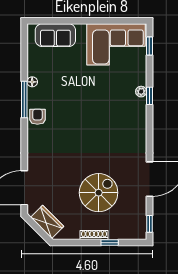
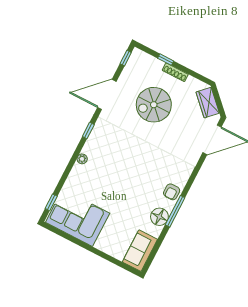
sofa: (55, 35) -> (140, 251), moved, turned -90
floor lamp: (32, 82) -> (159, 217), width x1.89, depth x1.89
plant: (141, 92) -> (82, 159), moved
window: (149, 96) -> (88, 130), moved

